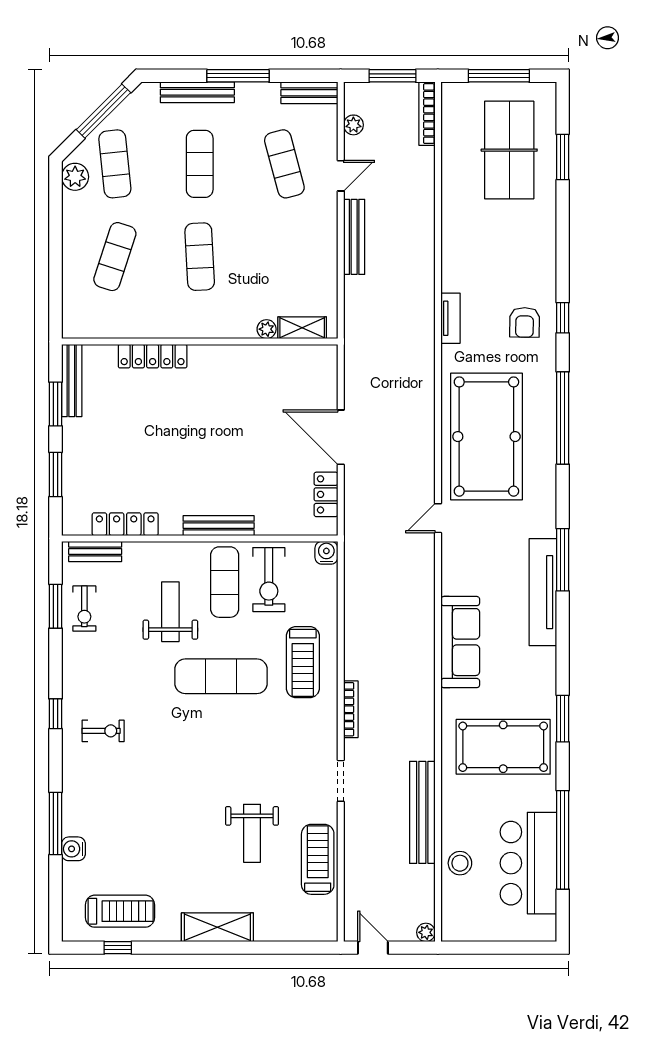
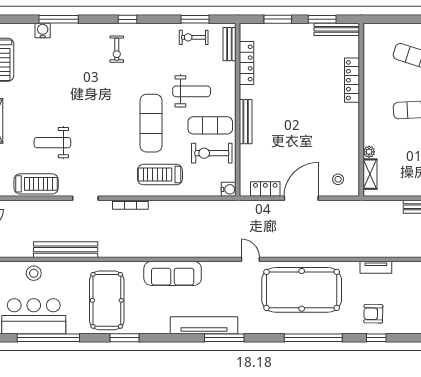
stool: (310, 378) -> (338, 179), added

